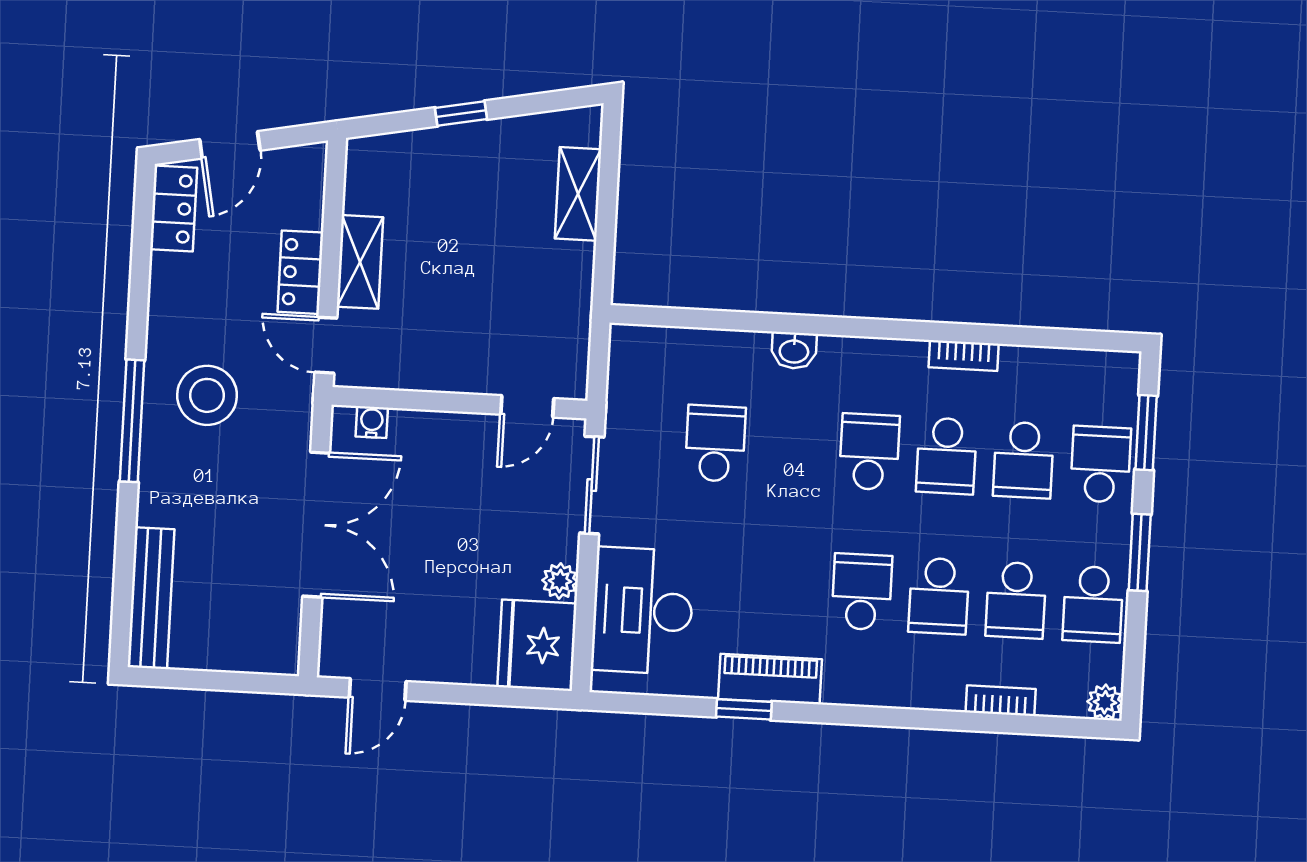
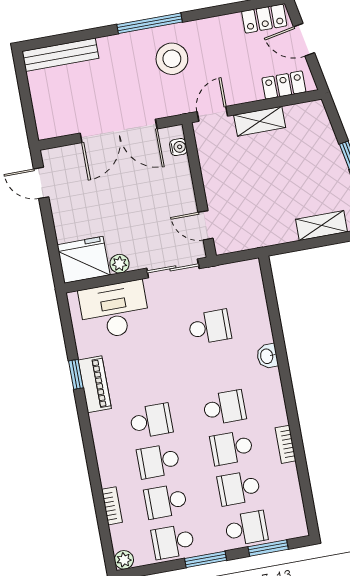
locker: (300, 272) -> (284, 85), moved

